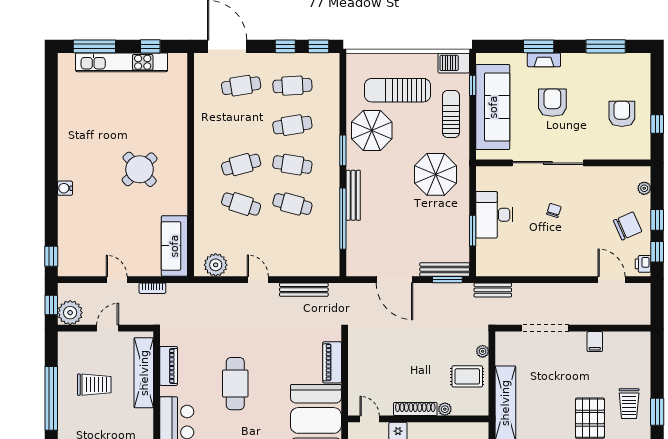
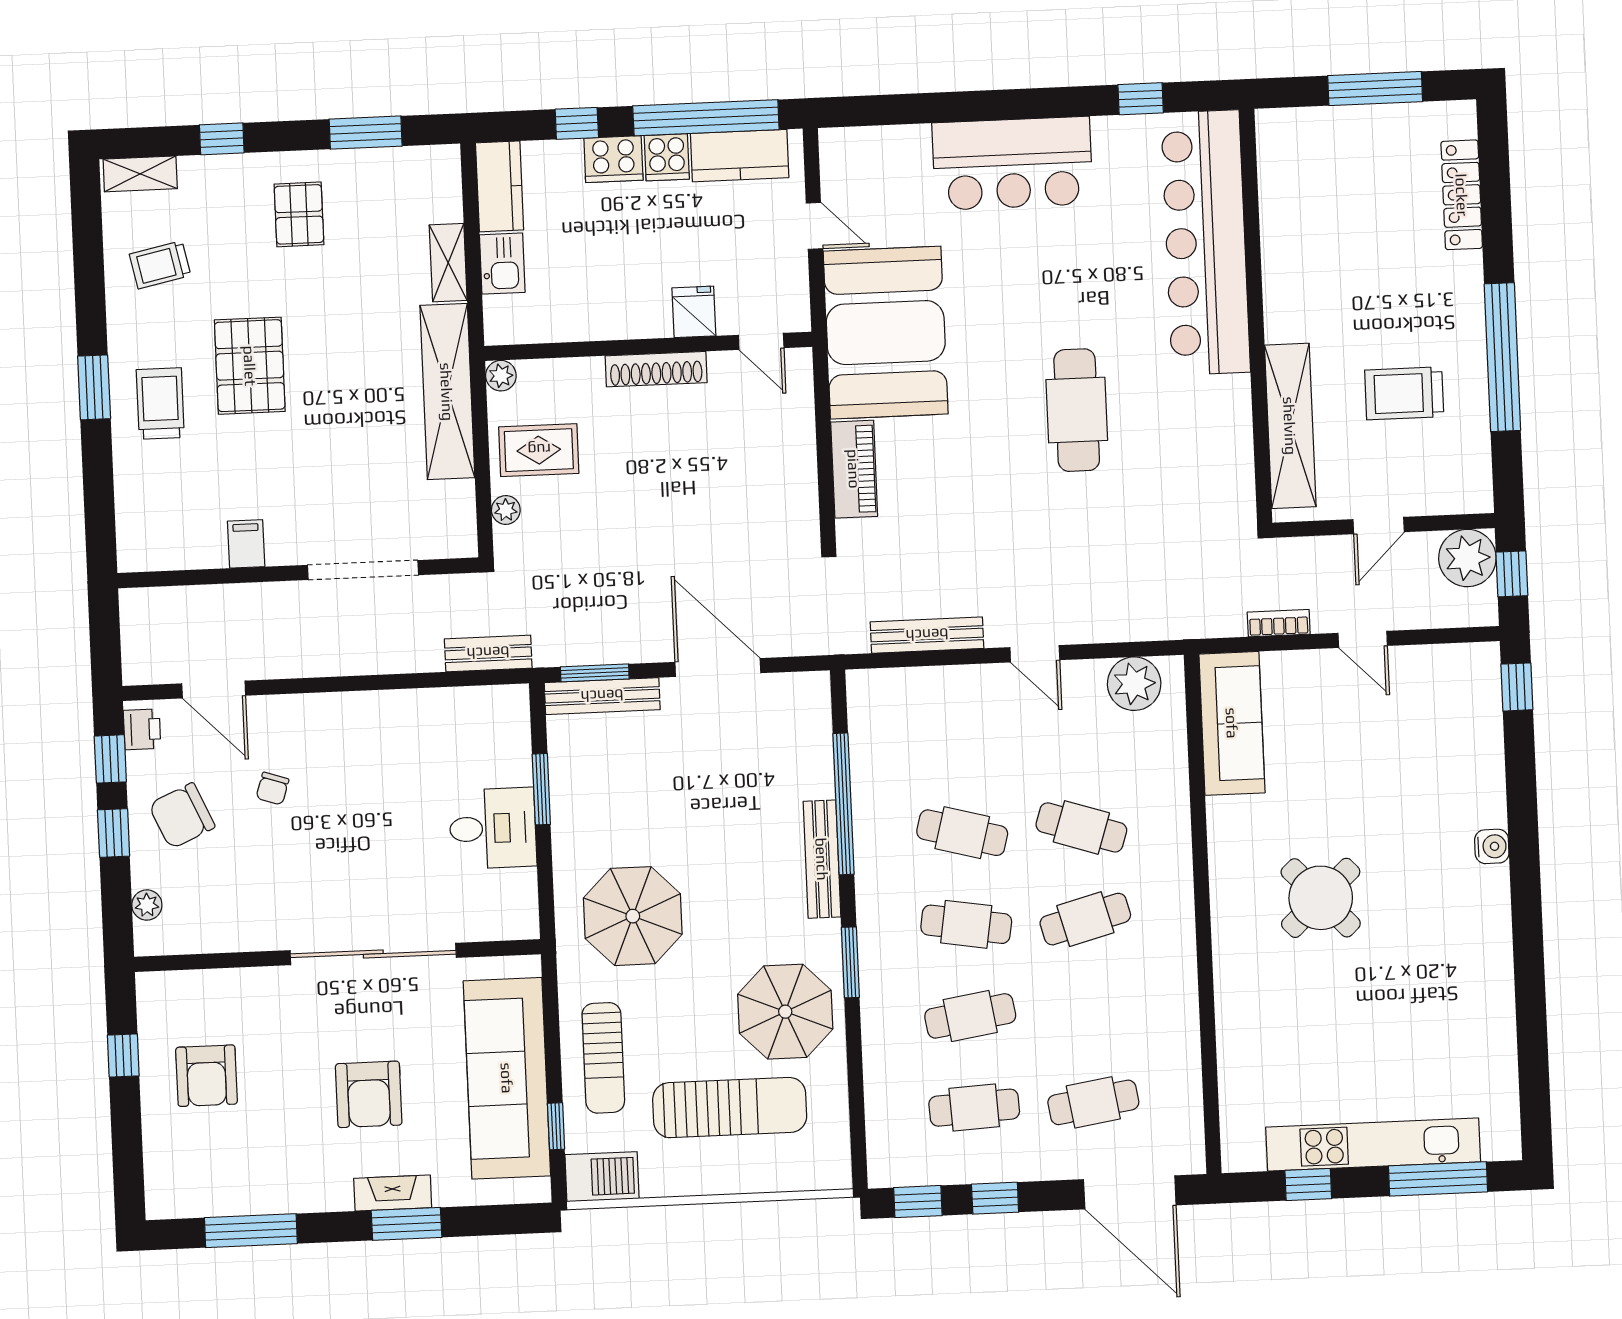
chair: (554, 210) -> (272, 789), moved
desk: (494, 215) -> (493, 828), width x0.73
piano: (169, 366) -> (1233, 444), removed
plant: (445, 409) -> (501, 376), moved

